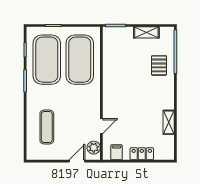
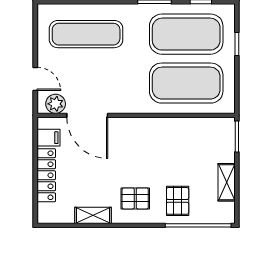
pallet: (159, 65) -> (178, 201), turned 90
pallet: (157, 94) -> (135, 198), added
door: (101, 126) -> (87, 115), width x1.87
exercise mat: (47, 127) -> (86, 34), width x1.36, depth x1.45
locker: (142, 154) -> (46, 175), width x1.53

